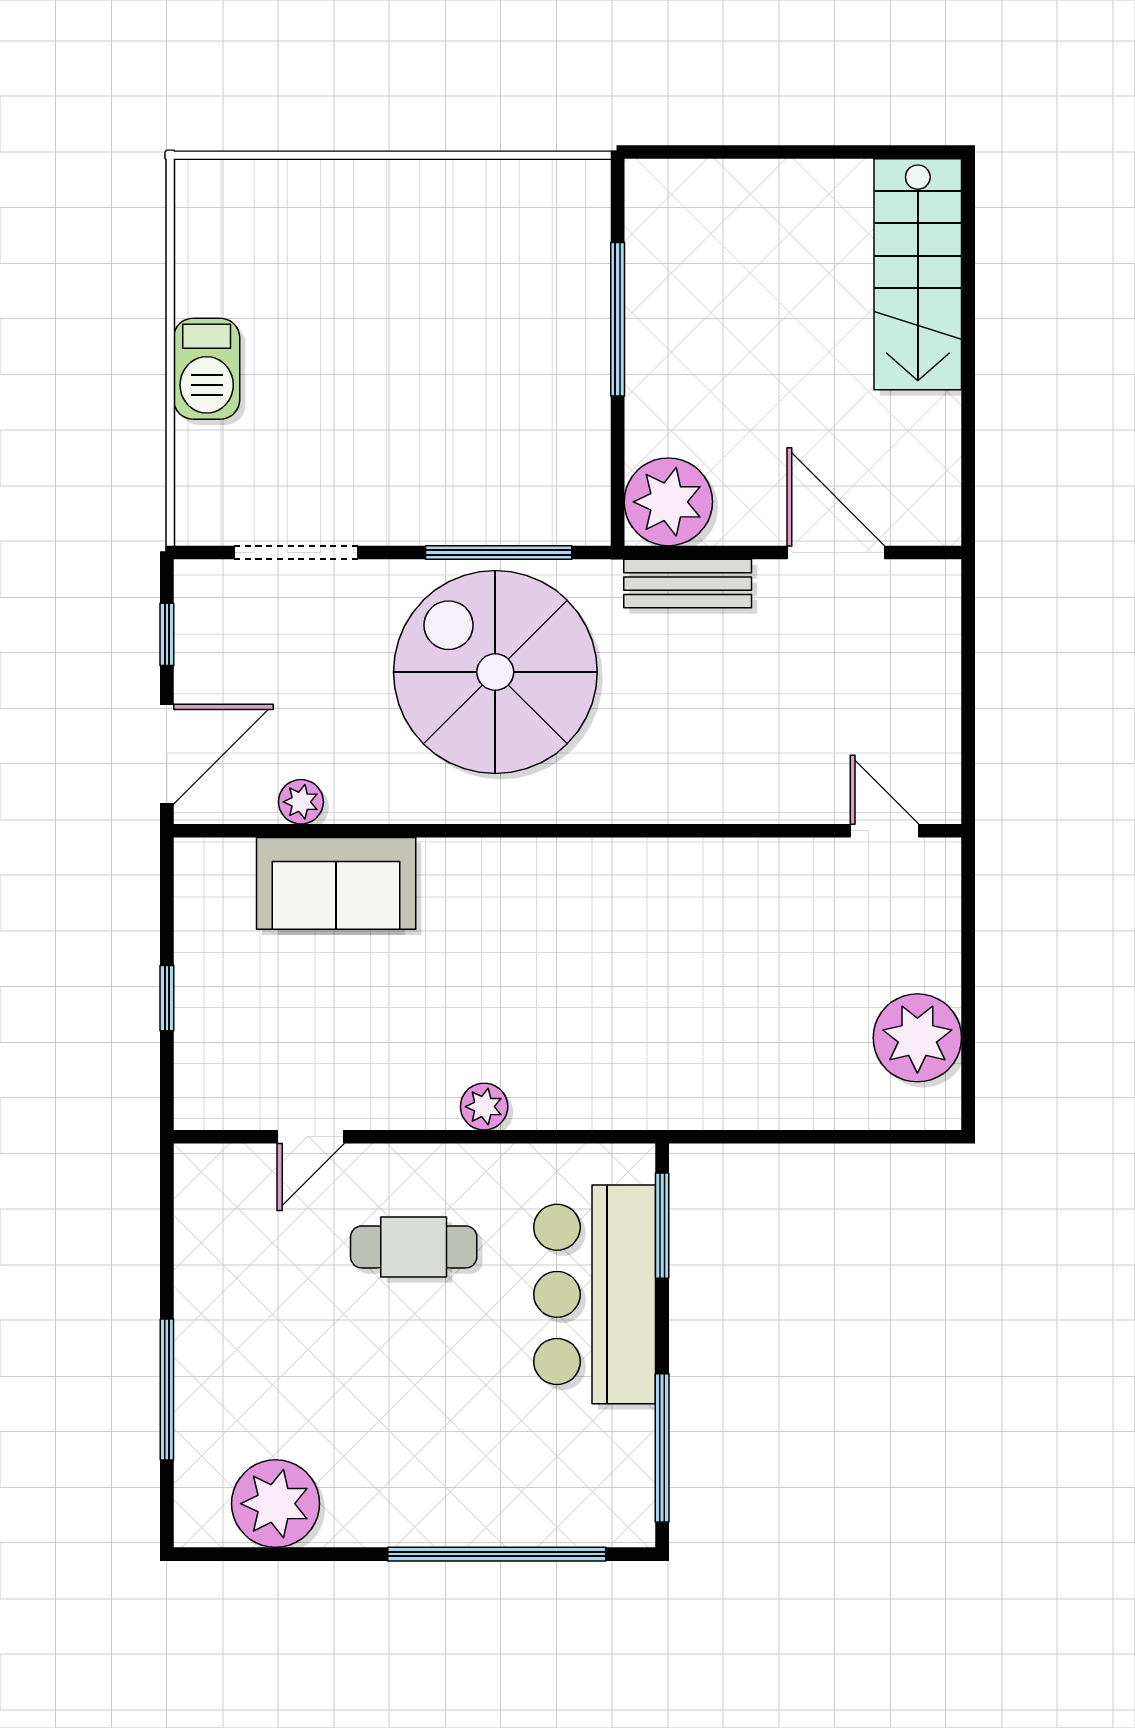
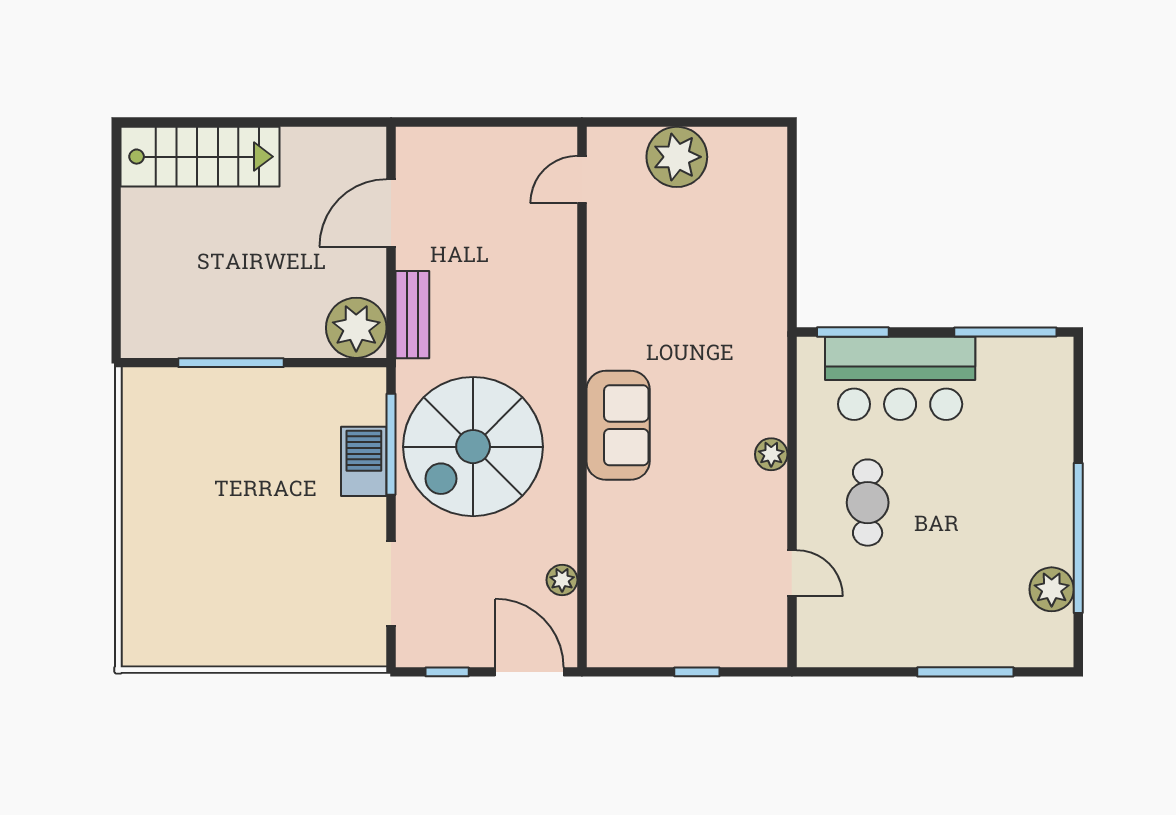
barbecue: (207, 369) -> (364, 461), moved, turned -90
sofa: (336, 883) -> (618, 425), moved
plant: (917, 1038) -> (677, 157), moved
plant: (276, 1504) -> (1052, 589), width x0.73, depth x0.73
window: (497, 1554) -> (1078, 538), moved

